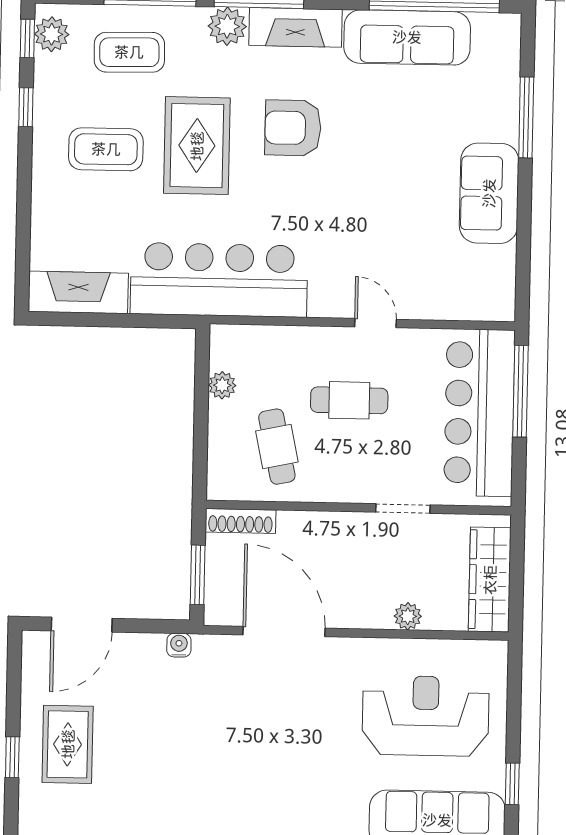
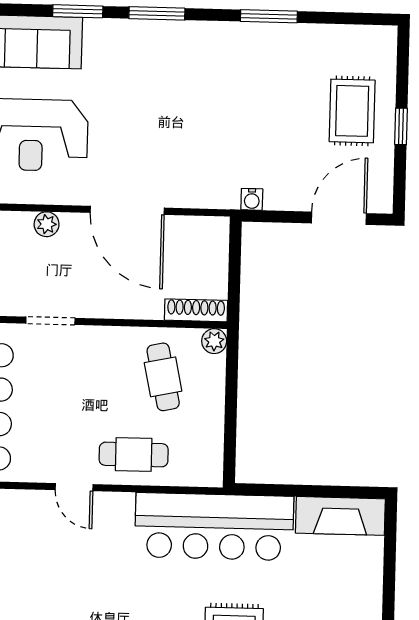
plant: (222, 385) -> (214, 341), moved
cafe table: (349, 400) -> (134, 454), moved
window: (198, 575) -> (235, 262), removed
door: (284, 631) -> (127, 210), moved
window: (12, 757) -> (401, 126), moved

